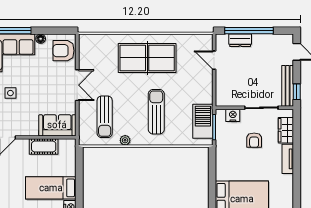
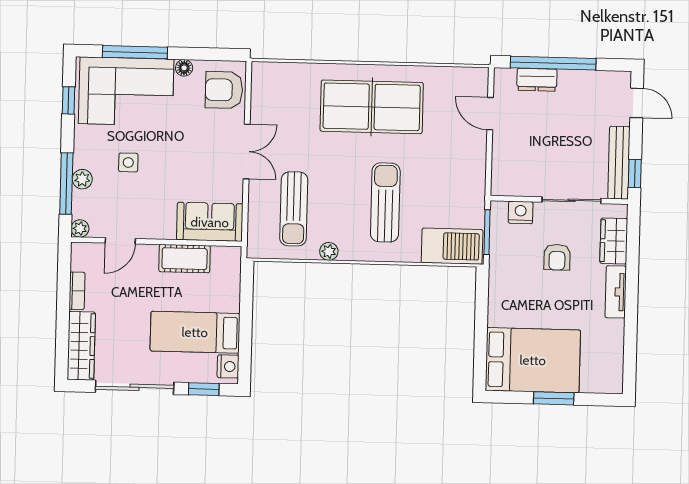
barbecue: (203, 121) -> (452, 246), moved, turned 90

